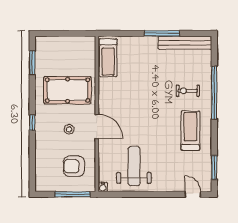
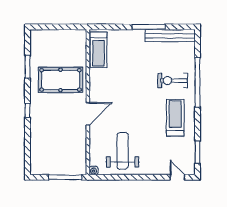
window: (32, 63) -> (28, 67), moved
exercise bike: (188, 91) -> (173, 81), width x1.38, depth x1.39
door: (97, 126) -> (88, 114), hinge flipped
stool: (69, 129) -> (62, 117), removed
armchair: (74, 166) -> (67, 151), removed

